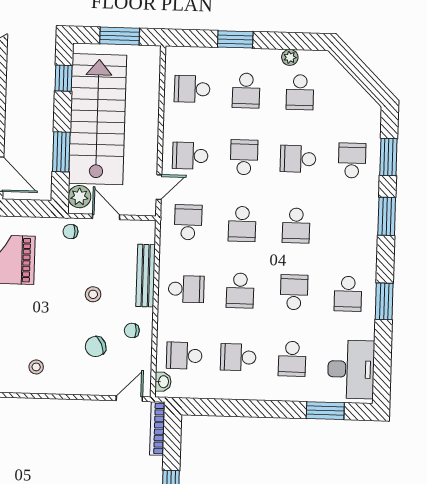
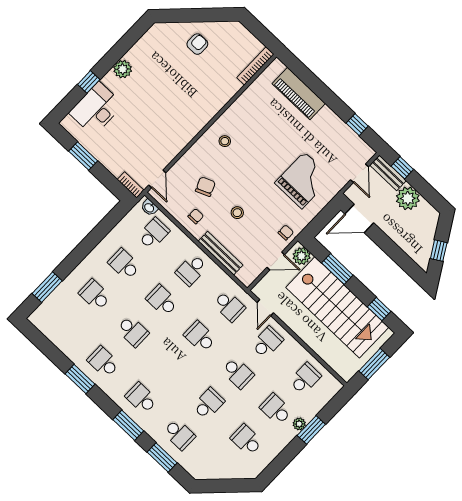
plant: (290, 57) -> (299, 424), moved
school desk: (296, 226) -> (141, 398), moved
school desk: (238, 357) -> (124, 264), turned -90
desk: (351, 369) -> (58, 324), removed
bookcase: (157, 428) -> (131, 185), width x0.64

